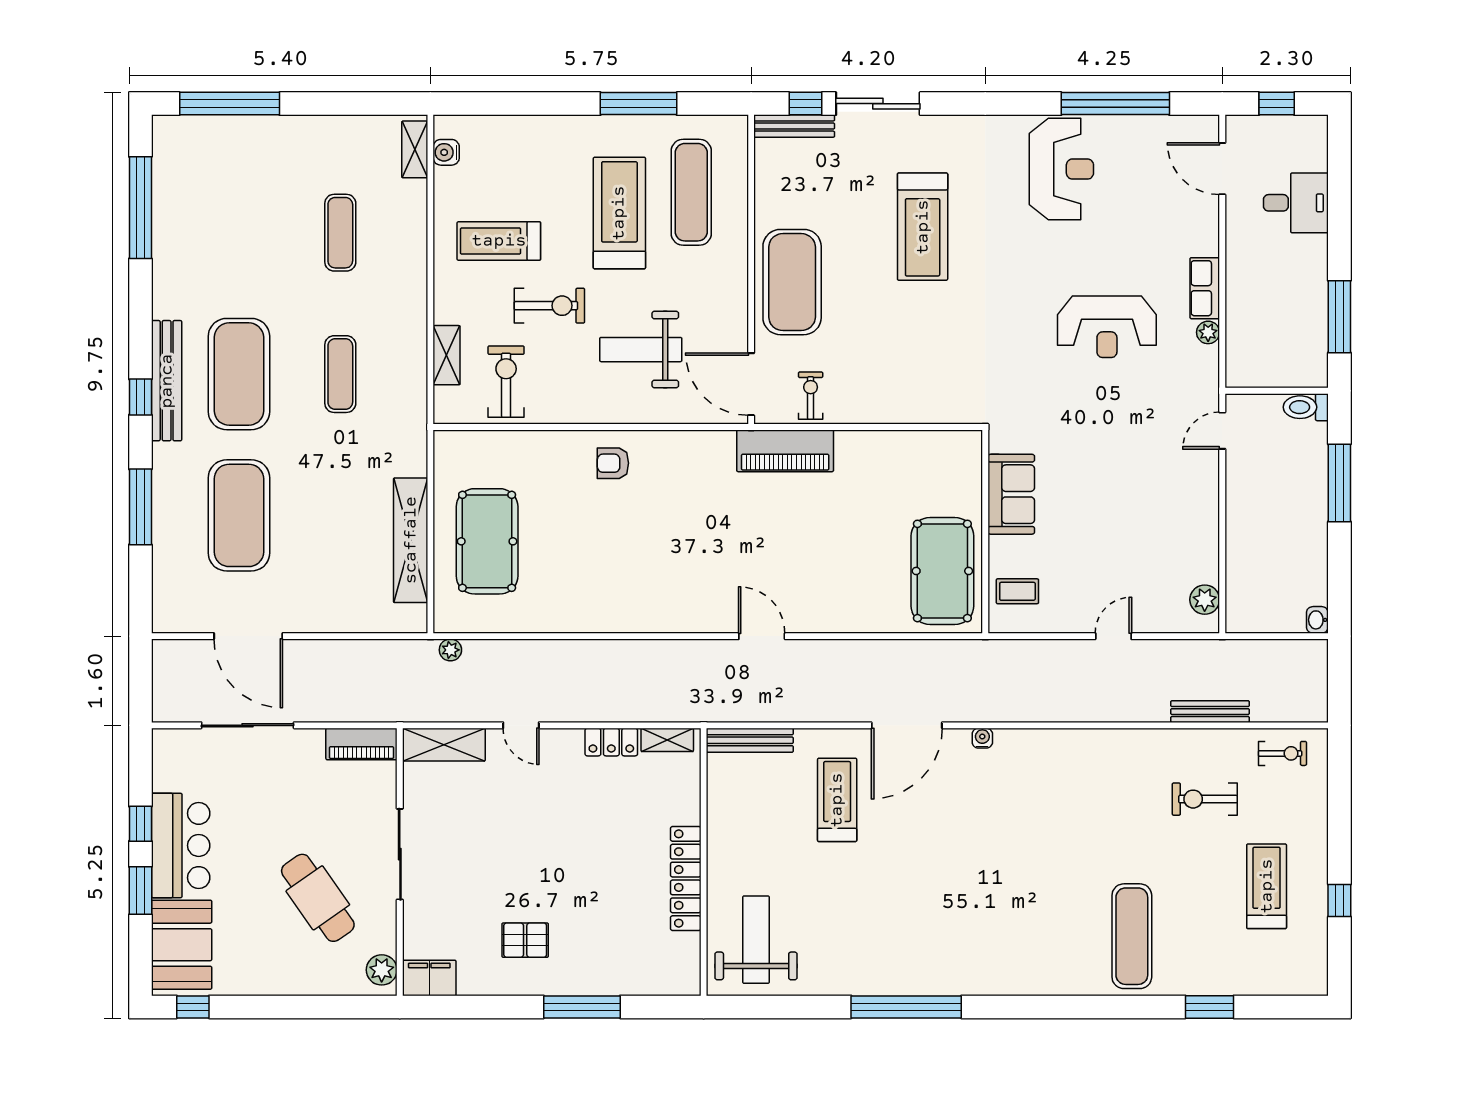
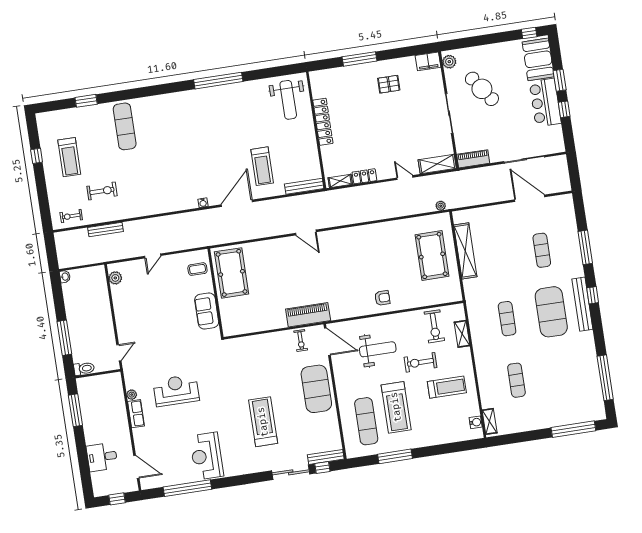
exercise mat: (239, 515) -> (542, 250), width x0.50, depth x0.69

